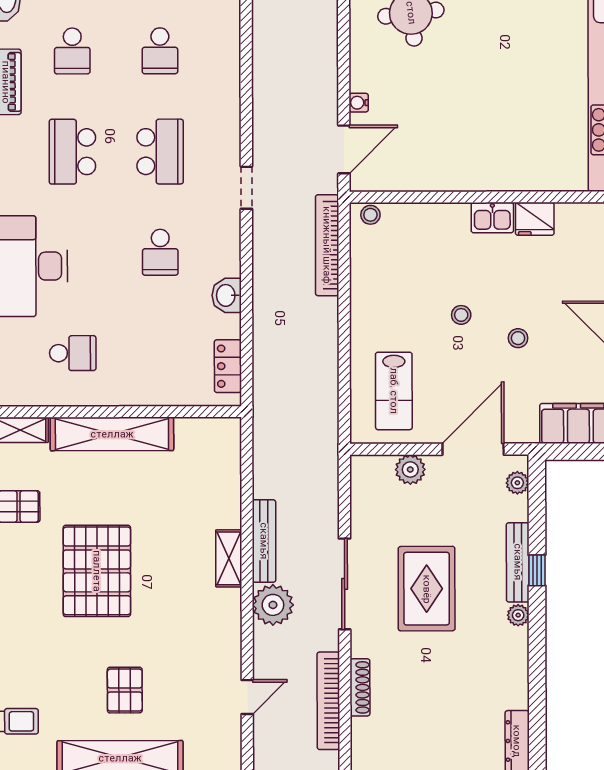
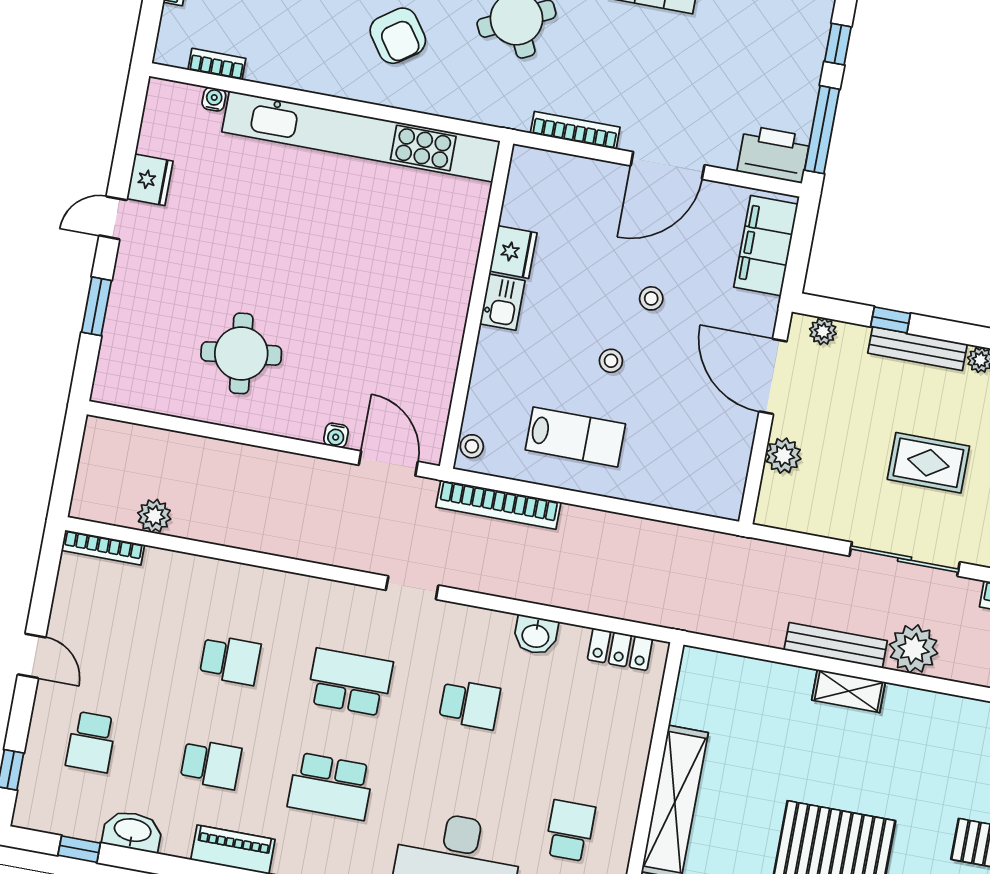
lab bench: (394, 391) -> (575, 437), moved
window: (537, 570) -> (891, 320), moved
rug: (427, 589) -> (928, 463), width x0.73, depth x0.70

